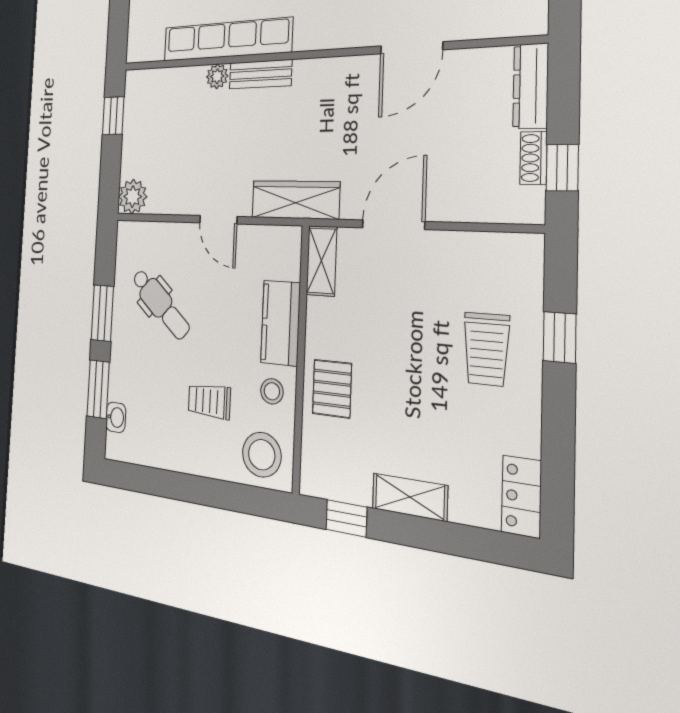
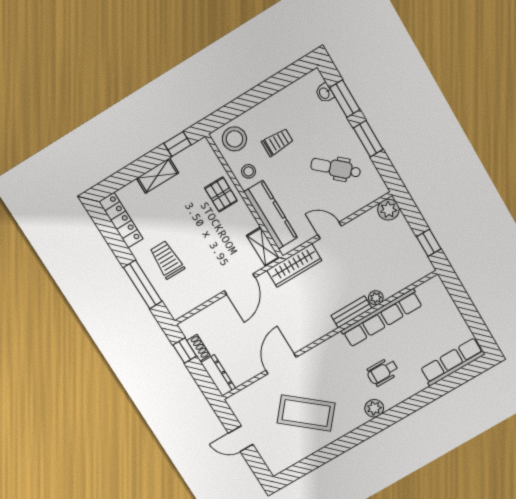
kitchen counter: (281, 323) -> (271, 215), width x1.50
window: (560, 337) -> (143, 284), width x2.17
locker: (521, 496) -> (121, 220), width x1.53

